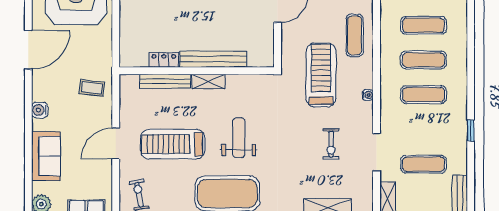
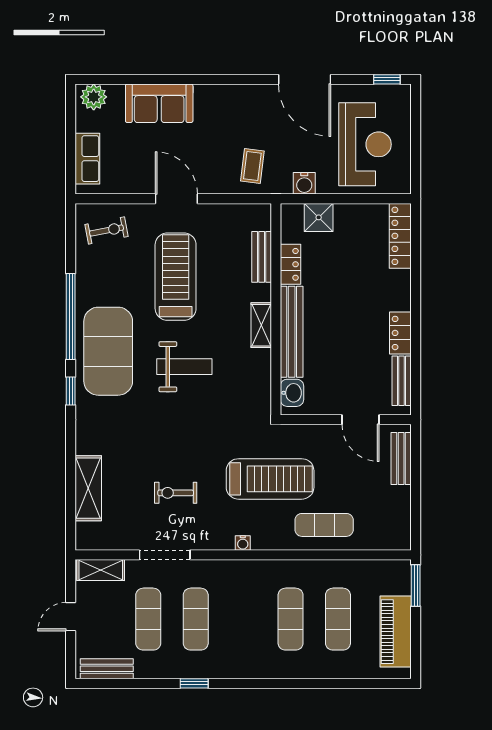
shower: (129, 39) -> (319, 217), added
washbasin: (258, 59) -> (292, 393), added
bench: (165, 81) -> (262, 257), width x0.73
exercise mat: (424, 95) -> (196, 619), moved
water cooler: (40, 110) -> (304, 183), moved, turned 180

